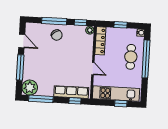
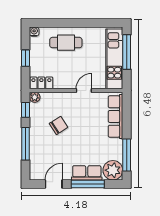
chair: (57, 35) -> (59, 125), moved
locker: (100, 41) -> (41, 83), width x0.66
window: (146, 59) -> (67, 23), removed
row of seats: (29, 67) -> (87, 173), added
window: (75, 101) -> (127, 111), removed
window: (121, 103) -> (127, 52), width x2.17

